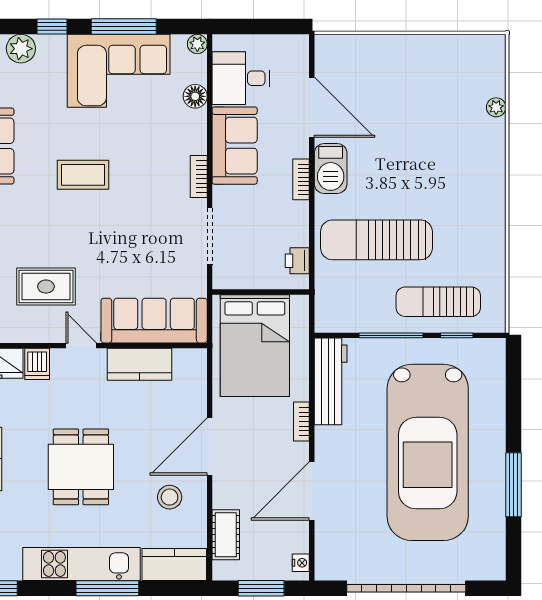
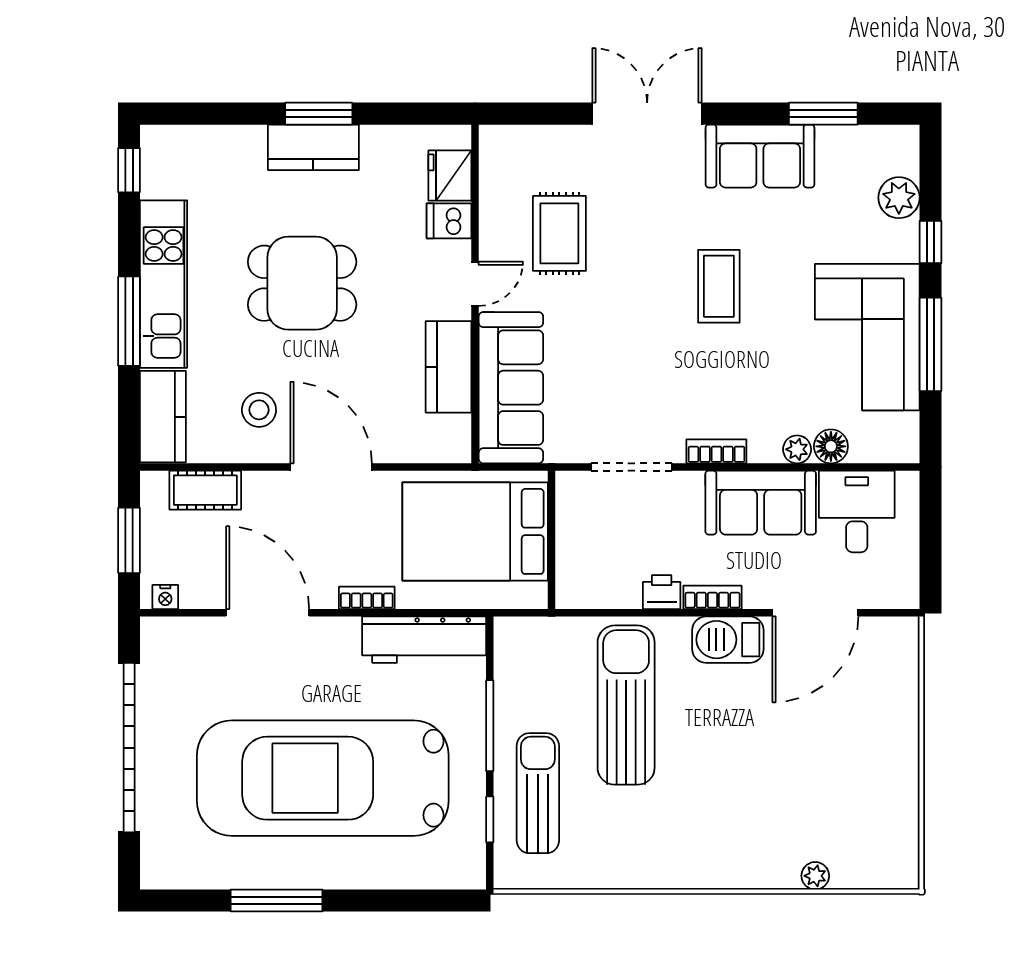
plant: (197, 44) -> (797, 449), moved
printer: (297, 261) -> (662, 592), moved

